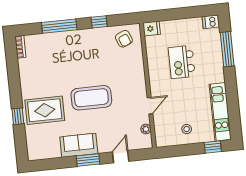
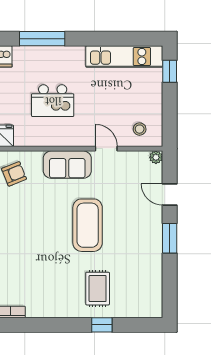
rug: (45, 110) -> (98, 289), width x0.73, depth x0.70
plant: (146, 129) -> (156, 157), moved
stool: (187, 129) -> (140, 129), moved
sofa: (79, 145) -> (67, 165), moved, turned -90

